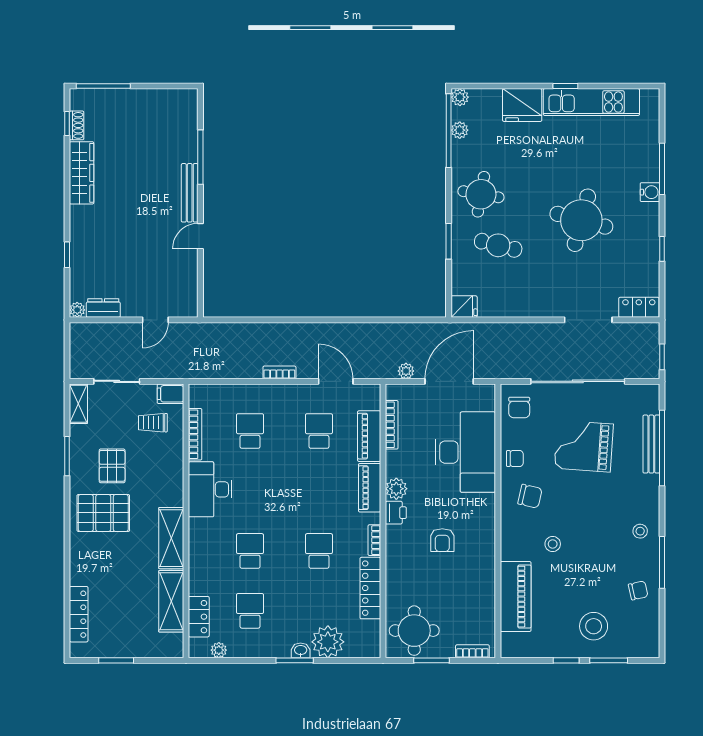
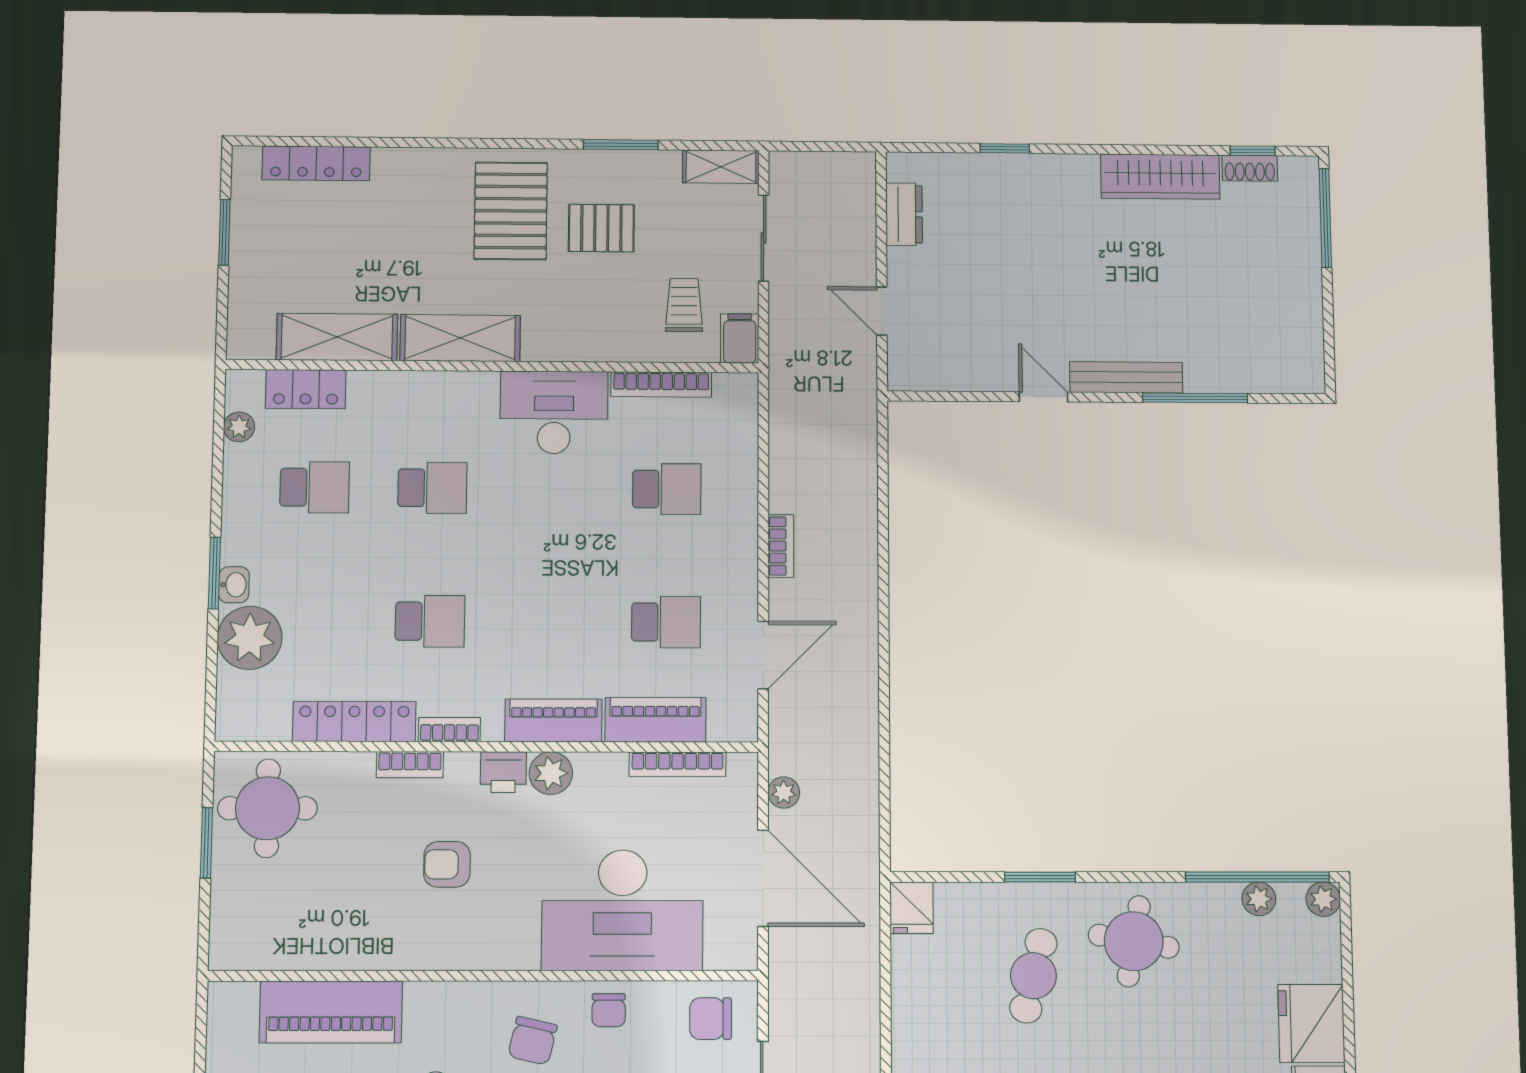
plant: (77, 310) -> (900, 166), removed
bookcase: (472, 651) -> (410, 765), moved, turned 90

